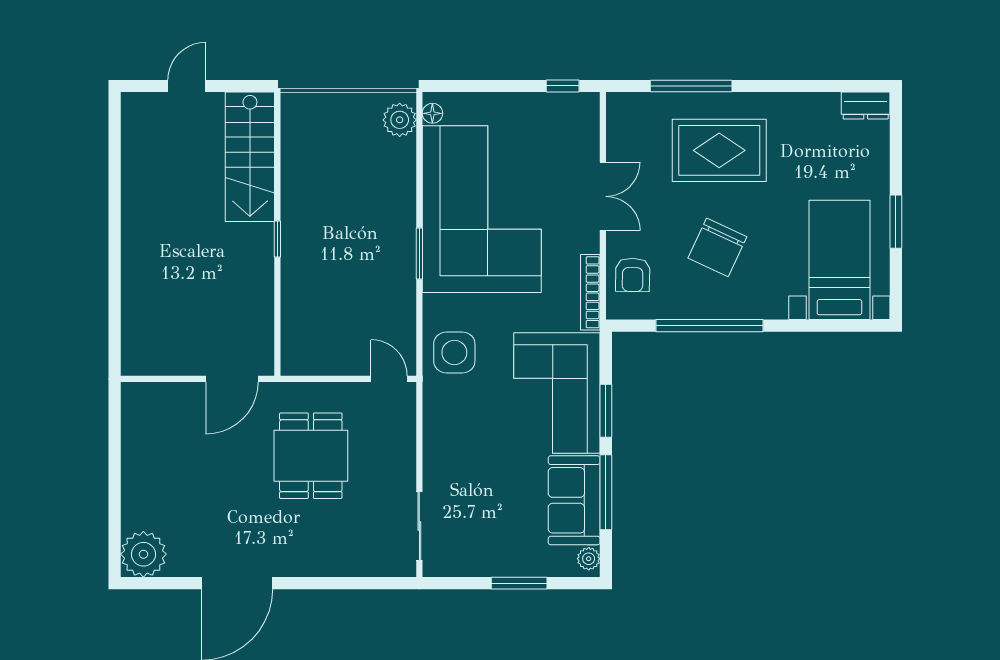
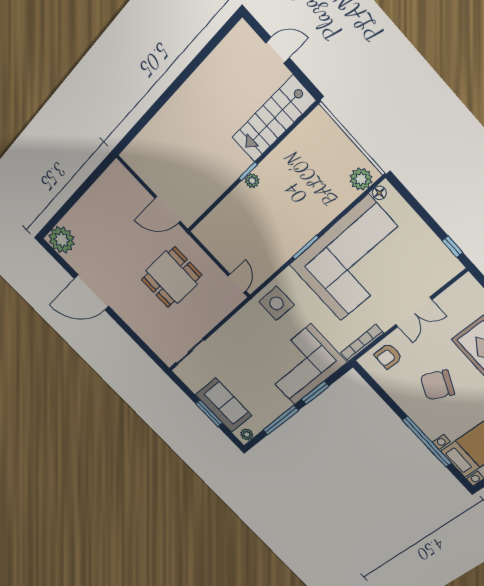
plant: (291, 244) -> (252, 181), added
window: (709, 326) -> (427, 442), moved
sofa: (574, 500) -> (224, 405), moved, turned 90

